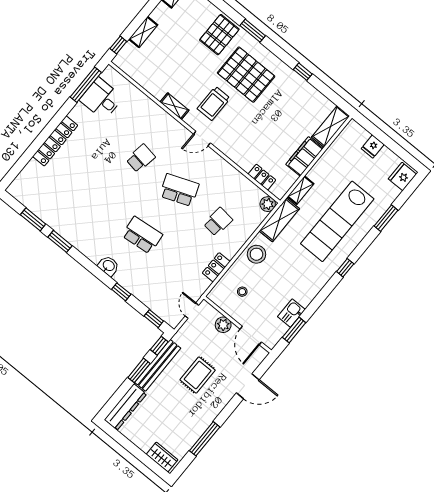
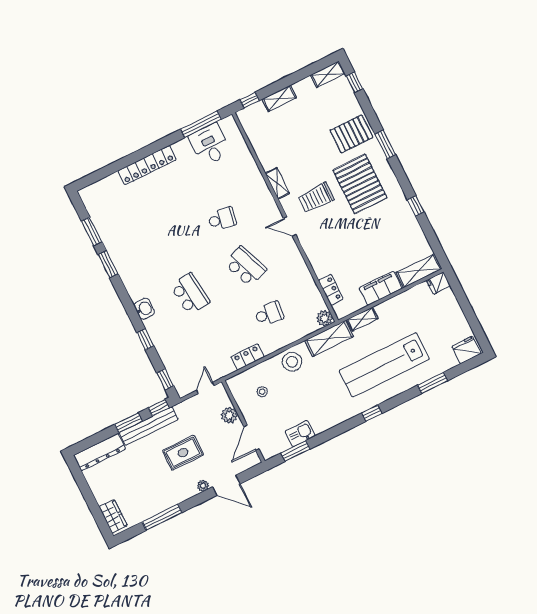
fridge: (373, 147) -> (438, 283), moved
plant: (228, 396) -> (203, 486), added

